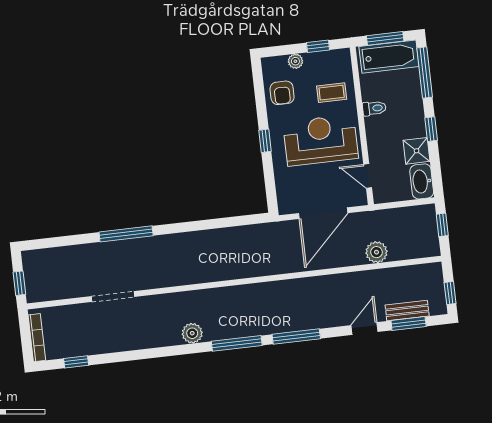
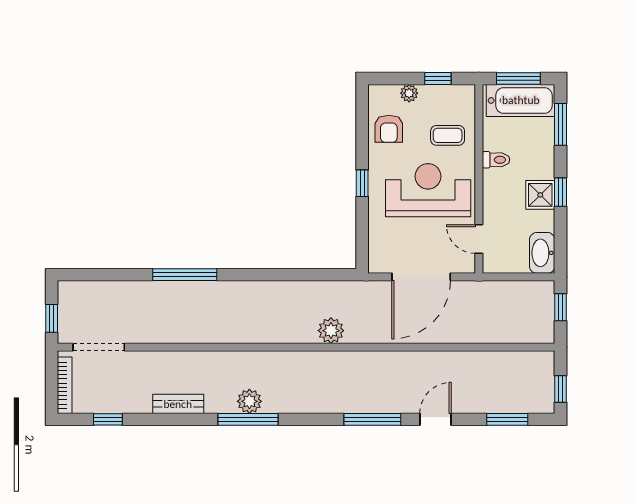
window: (425, 73) -> (561, 124), width x0.69
shower: (417, 151) -> (540, 195), moved
plant: (377, 252) -> (331, 331), moved
doorway: (113, 297) -> (99, 347), moved
bench: (407, 311) -> (178, 404), moved
door: (364, 329) -> (436, 419), moved
window: (237, 343) -> (248, 419), moved

